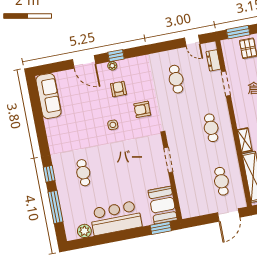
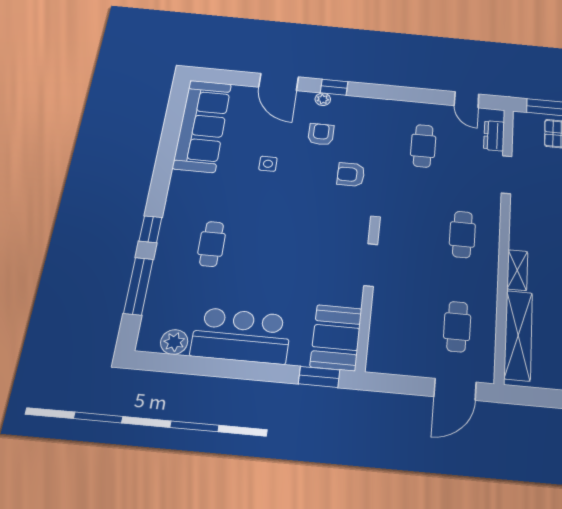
sofa: (49, 96) -> (202, 126), width x1.36, depth x1.27
side table: (113, 125) -> (268, 164), moved

